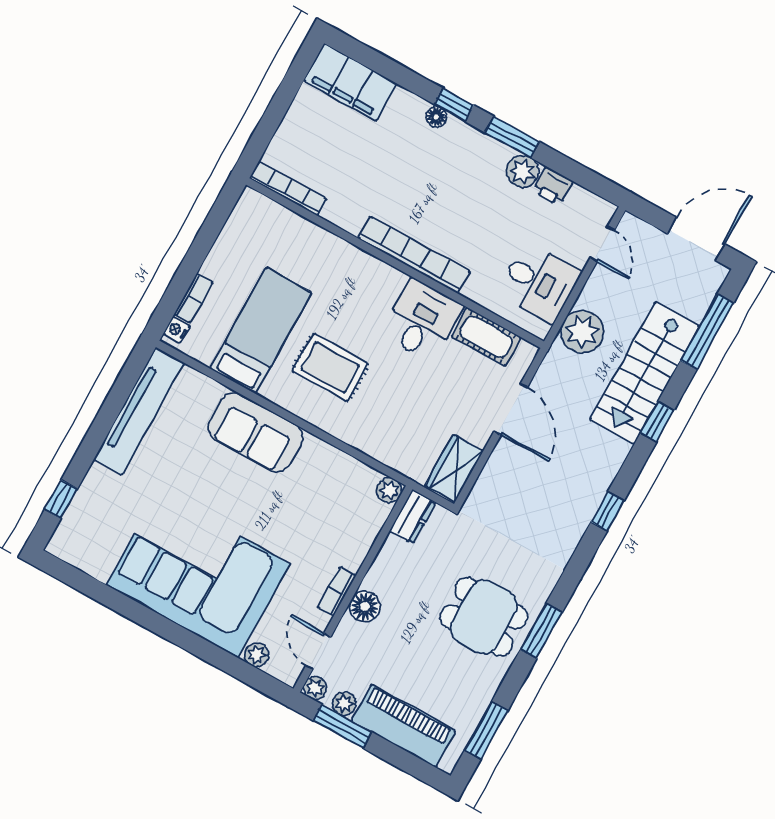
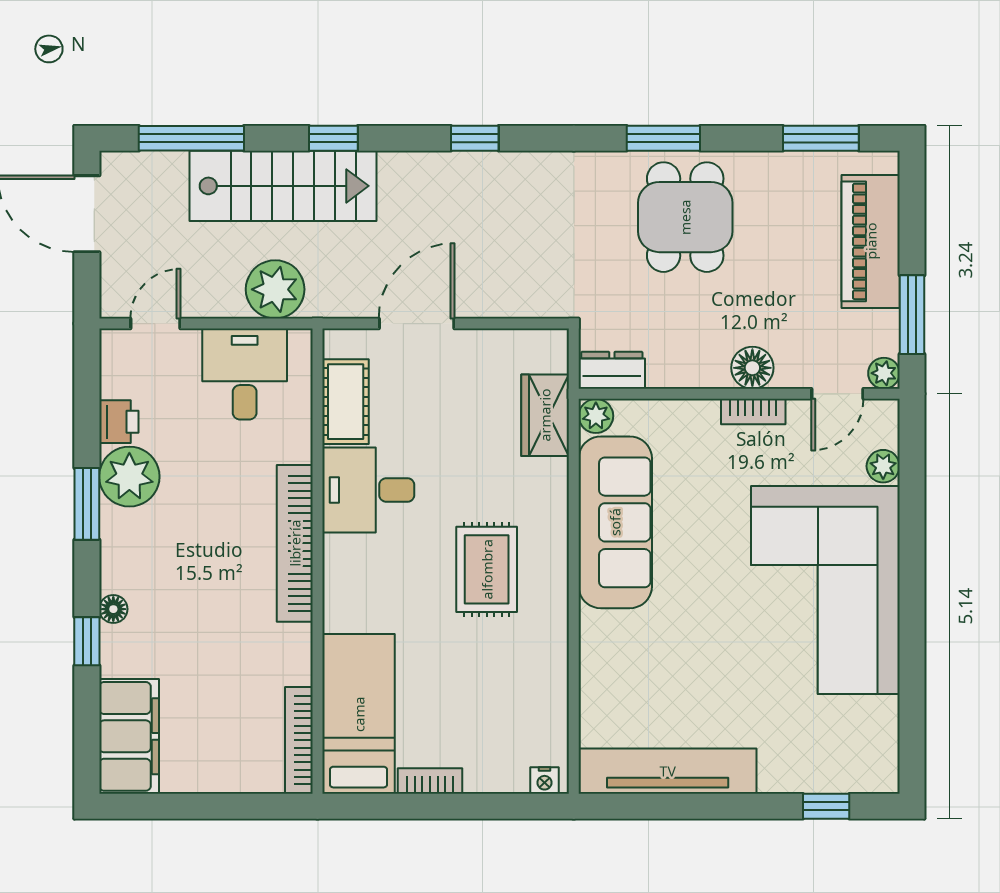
window: (454, 105) -> (87, 641), moved
plant: (522, 171) -> (129, 477), width x1.36, depth x1.36
bookcase: (193, 298) -> (430, 781), moved
bed: (261, 331) -> (359, 714), moved, turned 90
sofa: (255, 432) -> (615, 522), moved, width x1.36
wardrobe: (454, 469) -> (545, 415), moved, turned 90
plant: (344, 704) -> (883, 327), removed

